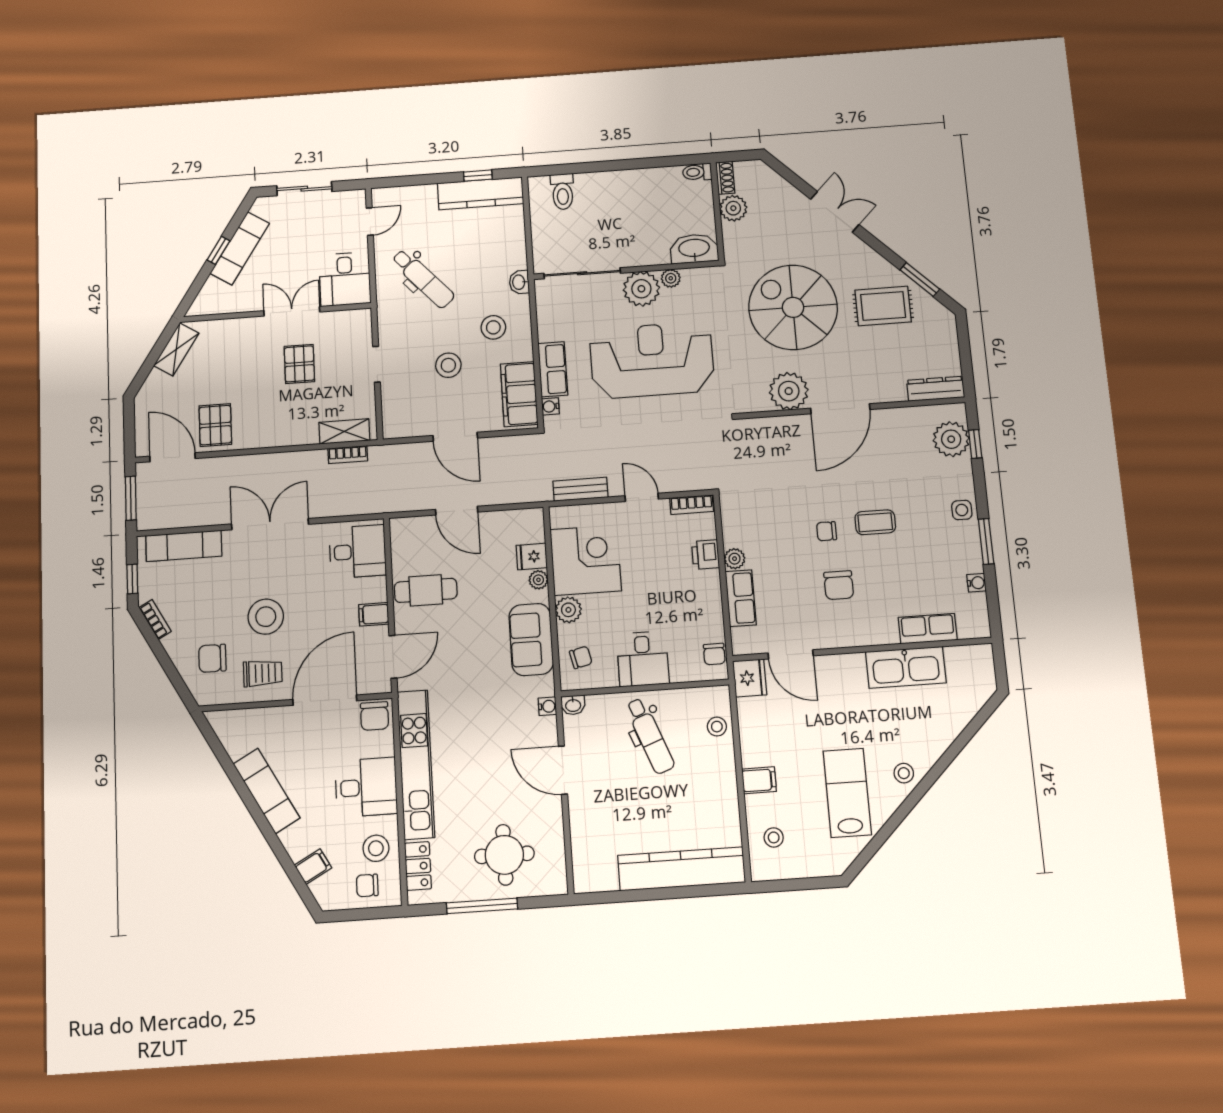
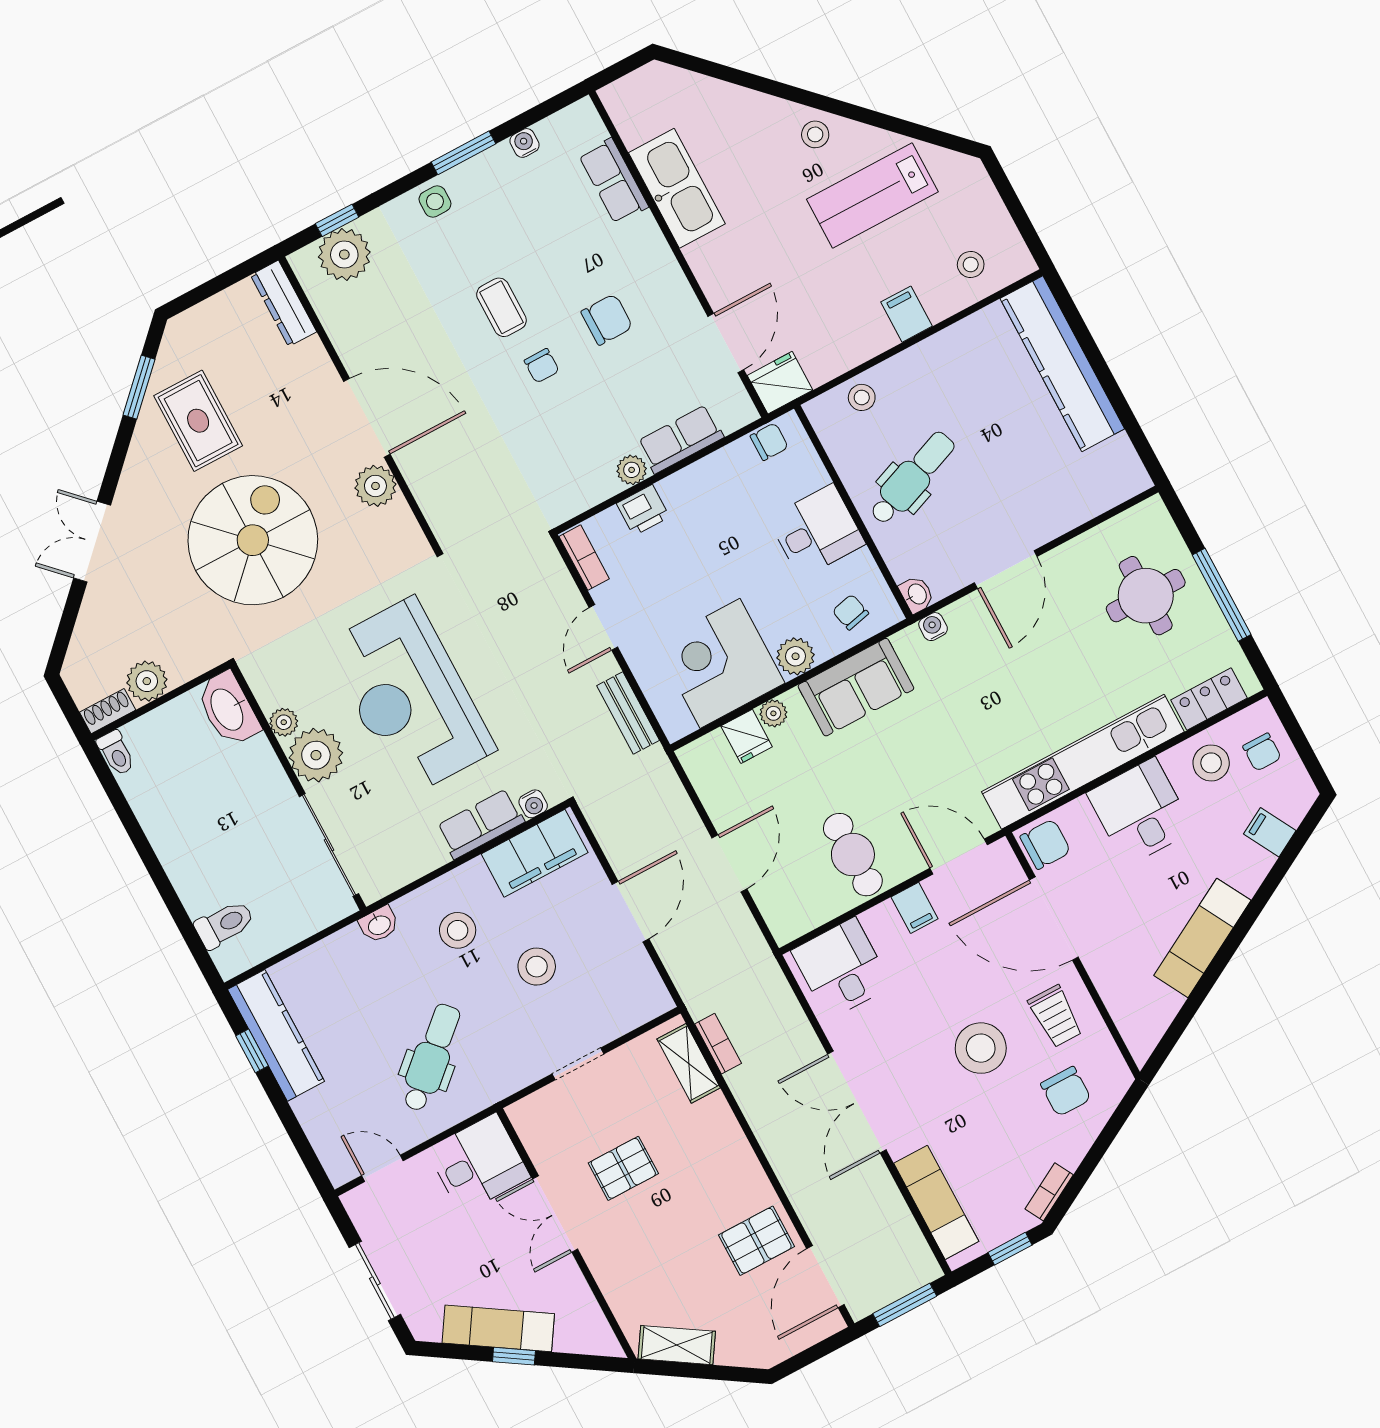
spiral stairs: (793, 307) -> (253, 540), turned 180
plant: (789, 391) -> (375, 486), width x0.73, depth x0.73
trolley: (263, 673) -> (1055, 1016), turned 180

